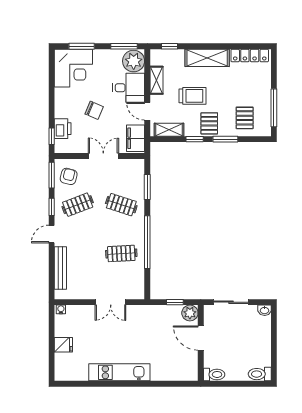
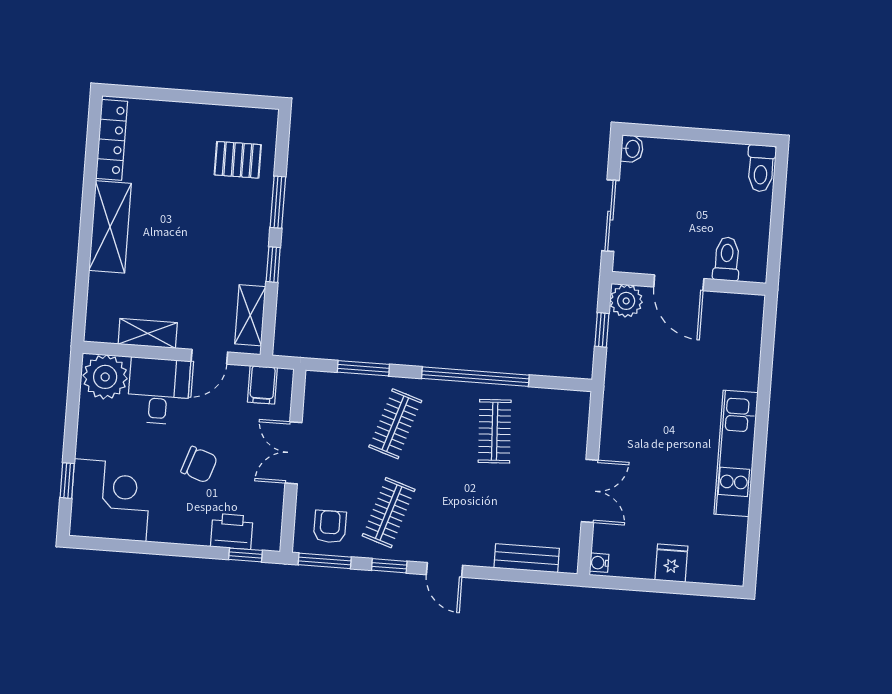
window: (82, 46) -> (67, 481), width x0.67
window: (124, 46) -> (74, 394), removed
window: (170, 46) -> (81, 302), removed
trolley: (192, 96) -> (185, 262), removed
window: (274, 108) -> (222, 99), removed
chair: (94, 110) -> (199, 465), turned 86
pallet: (209, 123) -> (244, 232), removed
filing cabinet: (135, 138) -> (262, 385), width x0.50
armchair: (69, 176) -> (330, 527), turned 76
clothes rail: (78, 205) -> (389, 513), turned 39
bench: (60, 268) -> (527, 558), width x0.73
double door: (111, 302) -> (590, 491), moved
door: (201, 338) -> (679, 283), hinge flipped
toilet: (214, 374) -> (727, 259), moved

